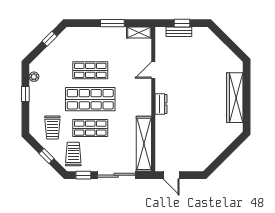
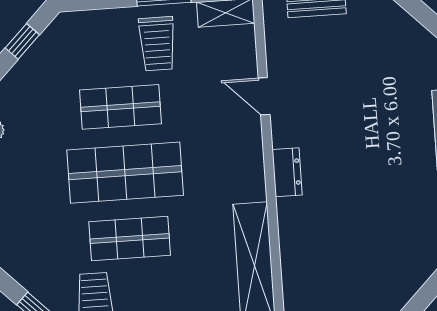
door: (153, 70) -> (264, 96), hinge flipped
trolley: (52, 127) -> (157, 44), moved

